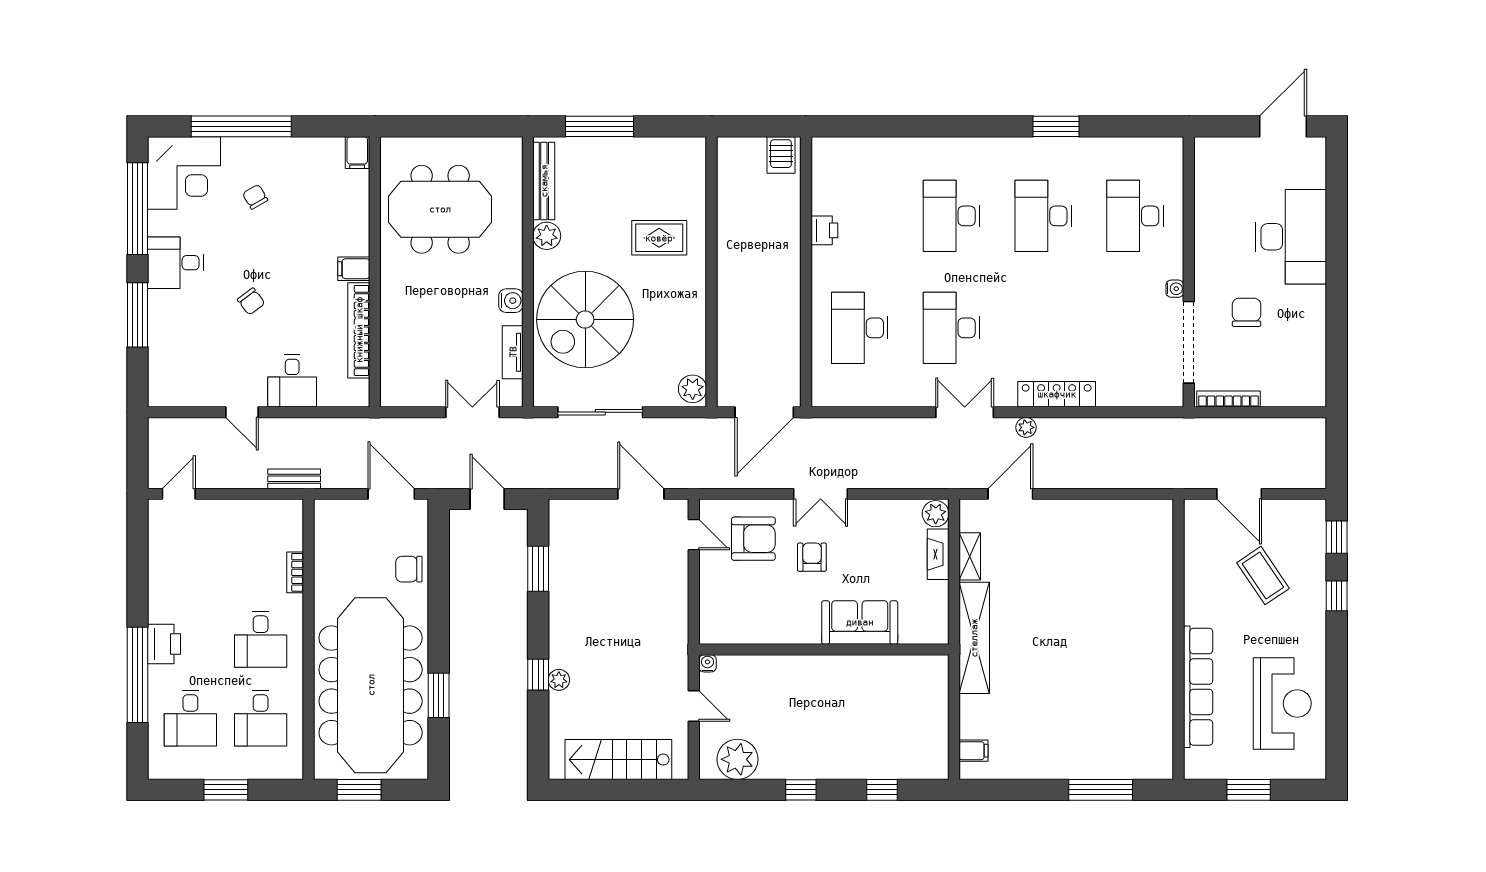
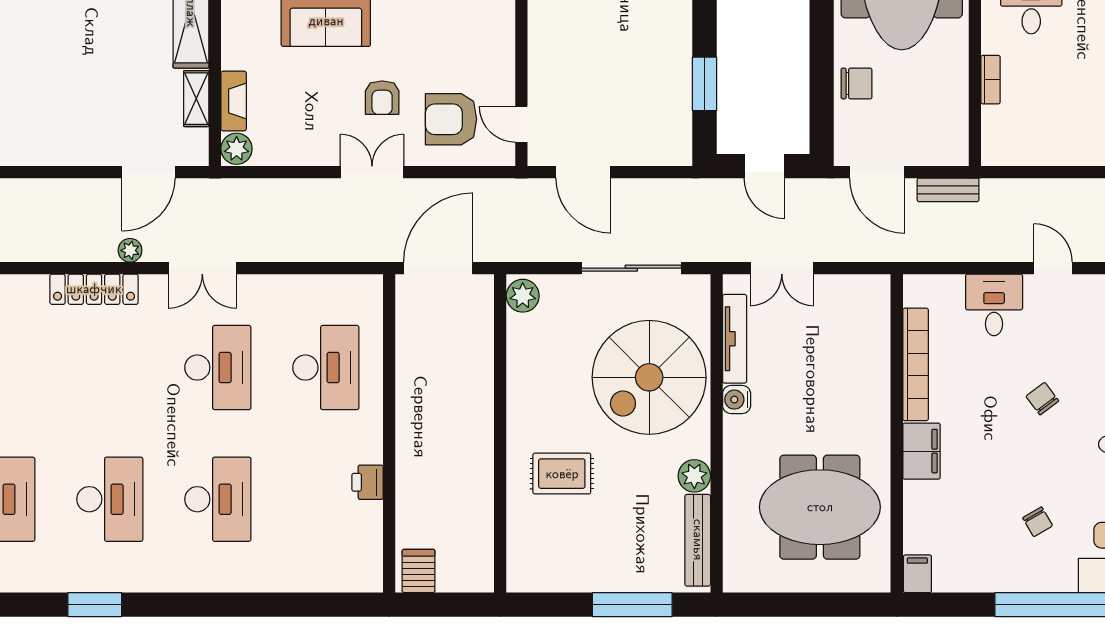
filing cabinet: (354, 269) -> (921, 451), width x2.00
spiral stairs: (585, 320) -> (649, 377), turned 180
tv unit: (513, 352) -> (735, 339), width x1.41
bench: (294, 479) -> (948, 190), moved

